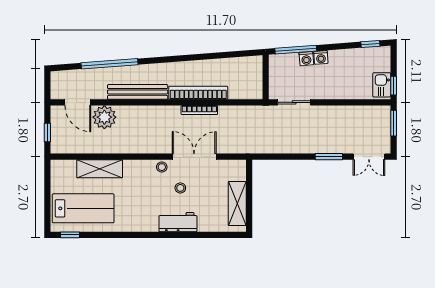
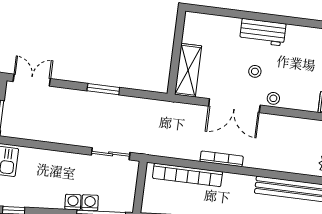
bookcase: (198, 93) -> (187, 175), moved
window: (329, 157) -> (103, 89), moved
shelving: (237, 204) -> (188, 70), moved

